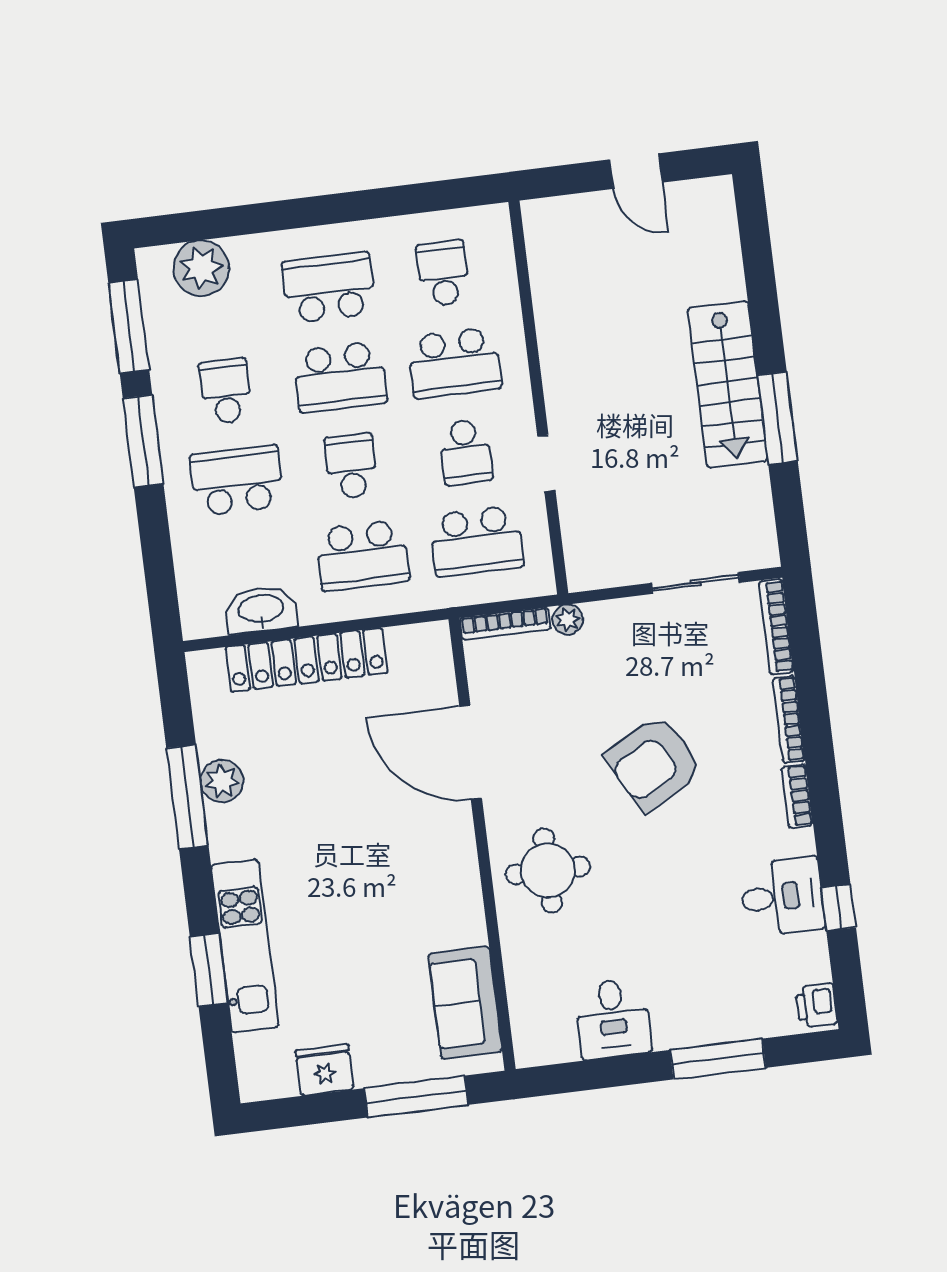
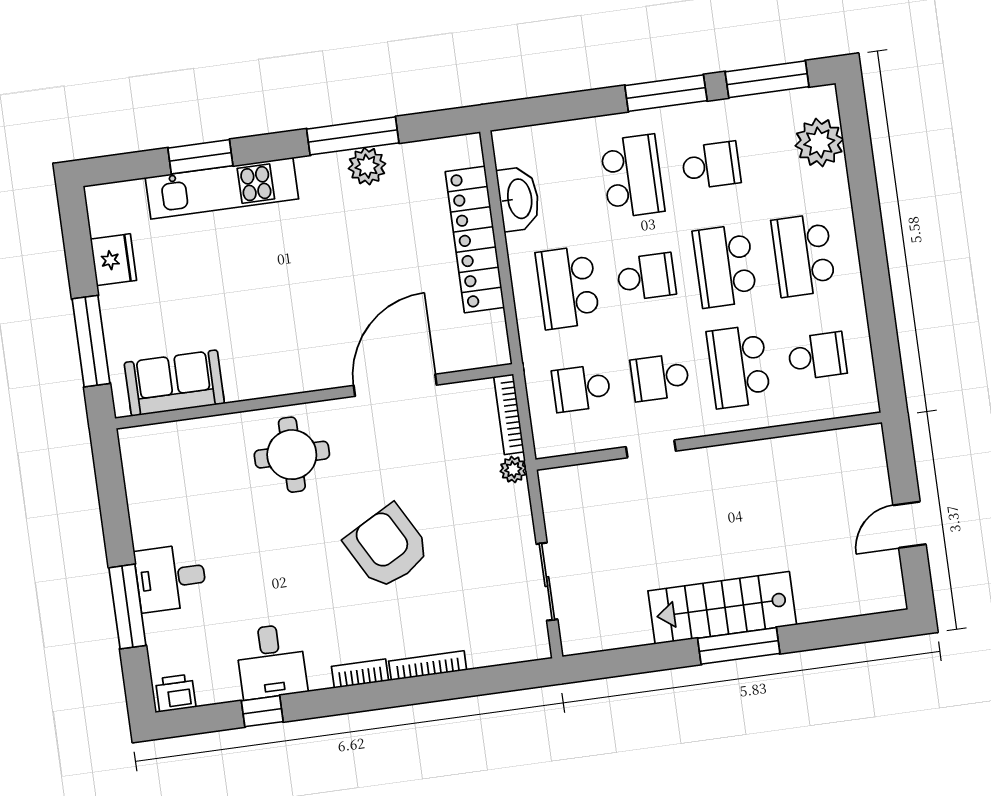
school desk: (329, 288) -> (803, 255), turned 180
window: (777, 418) -> (739, 646), moved
school desk: (477, 541) -> (581, 388), width x0.54
bookcase: (776, 627) -> (509, 653), removed
desk: (613, 1019) -> (171, 578), moved

